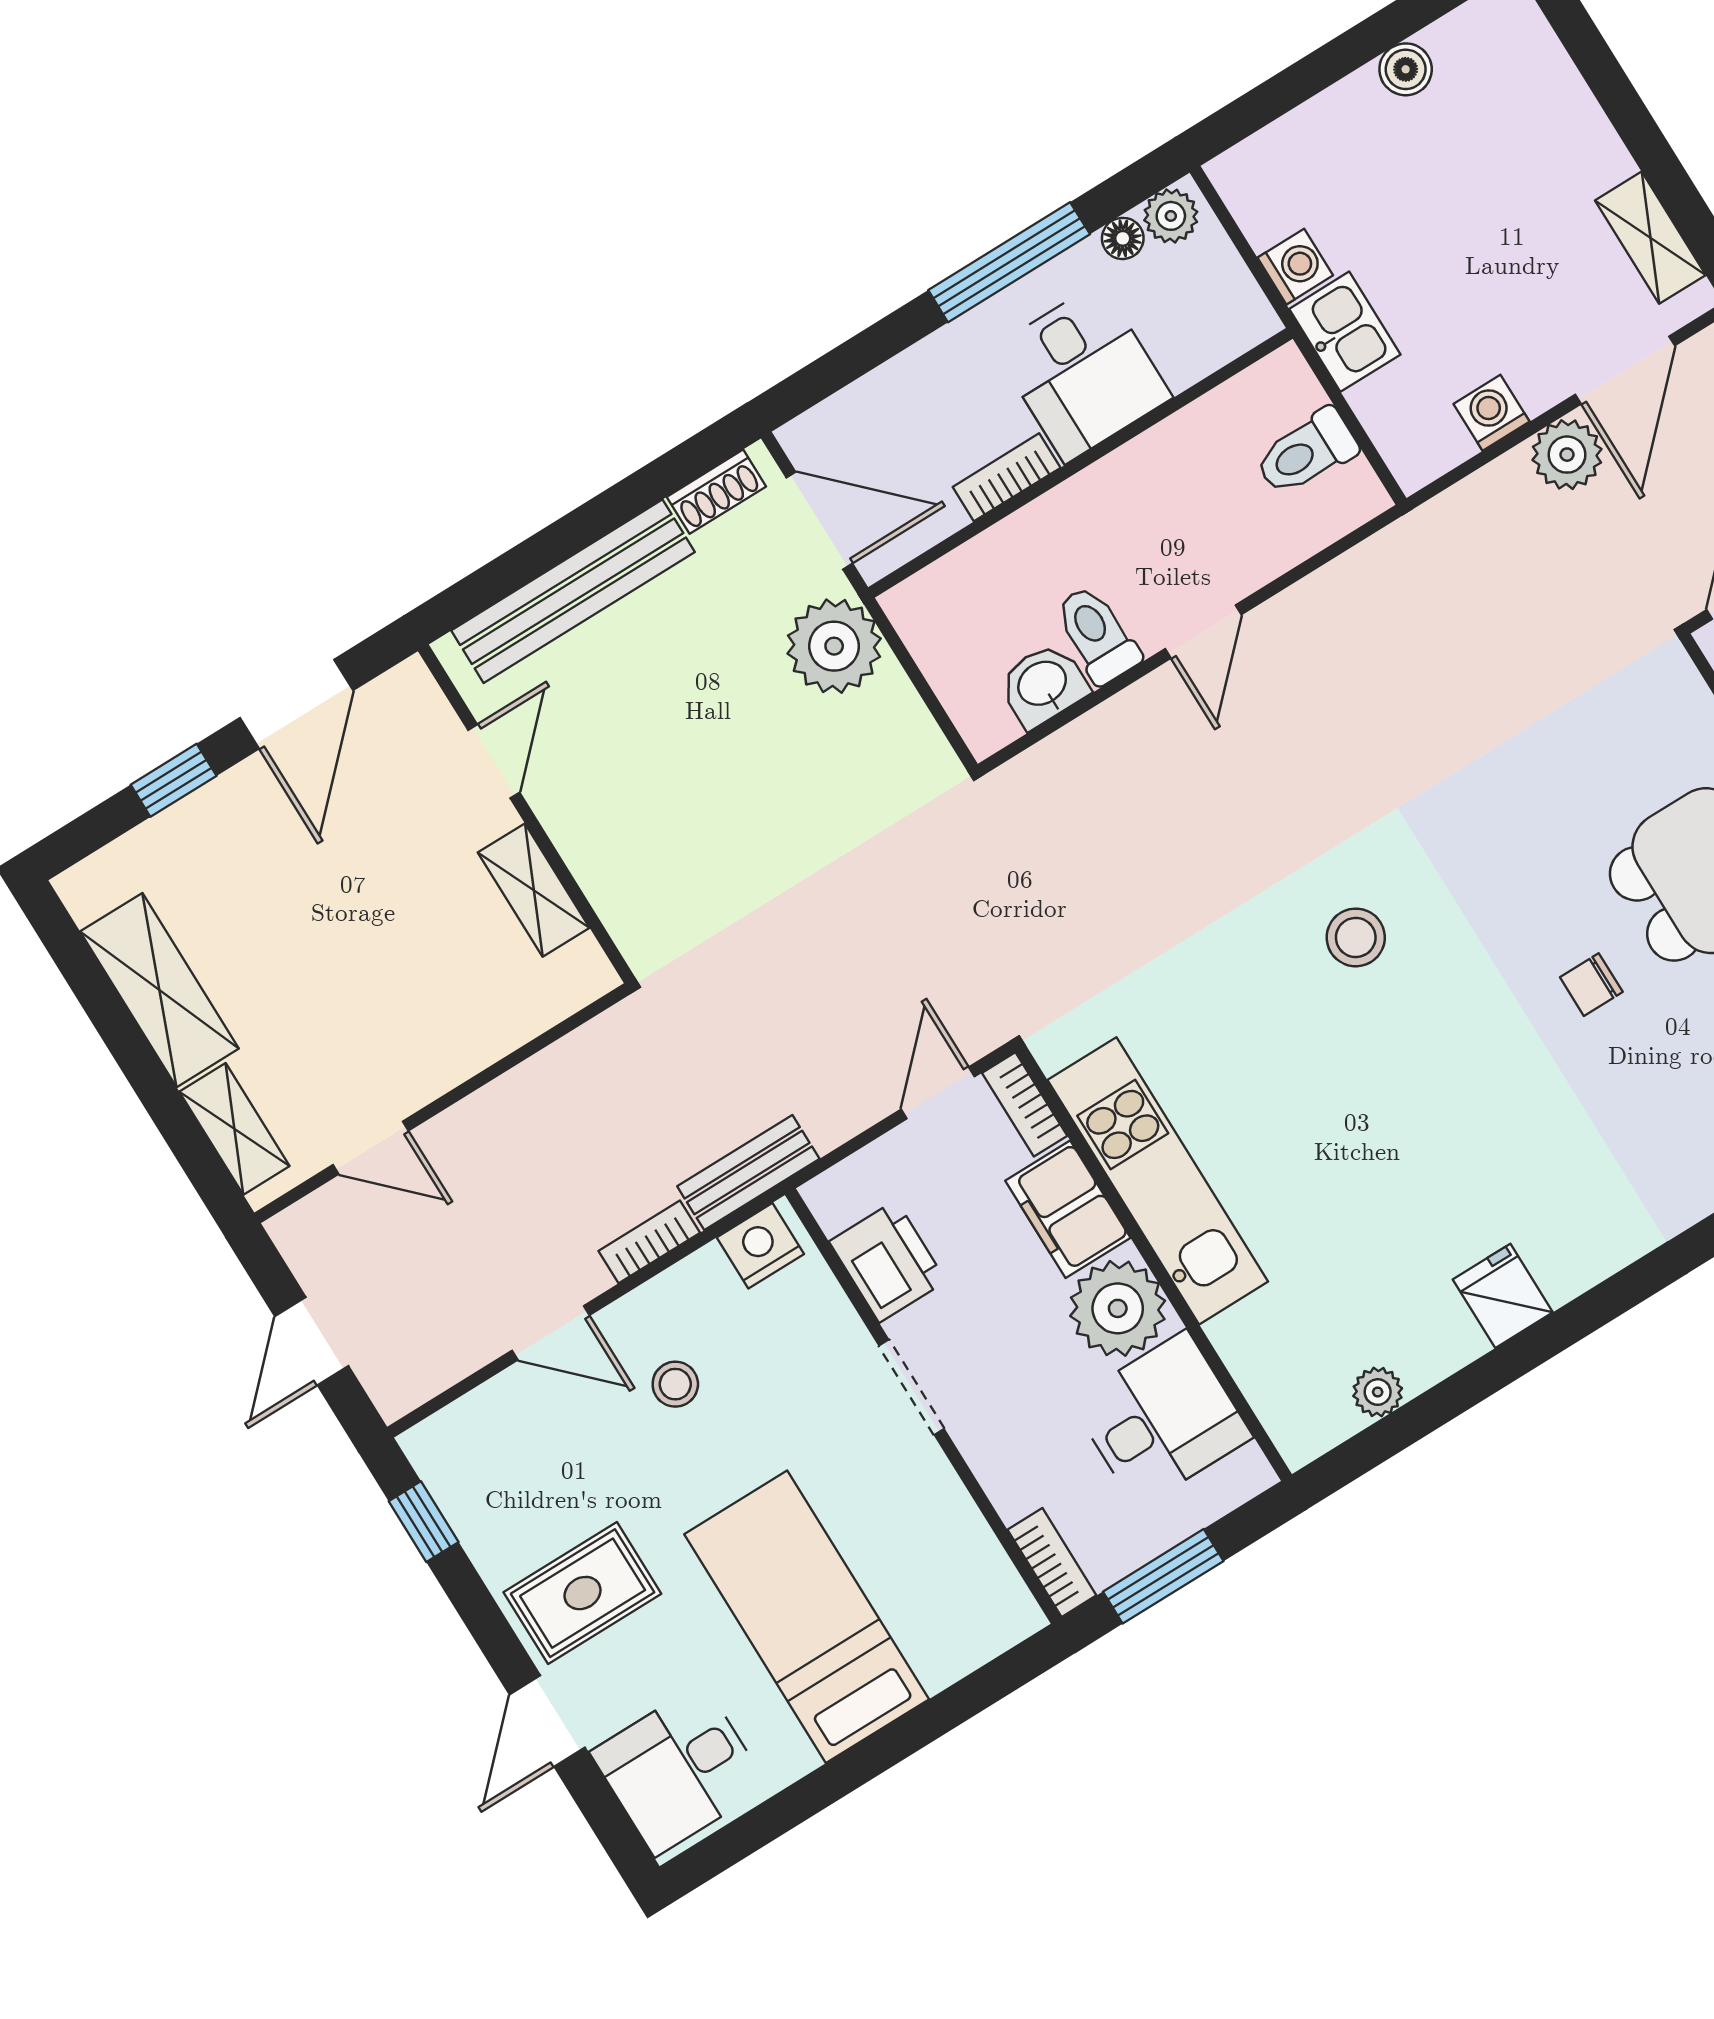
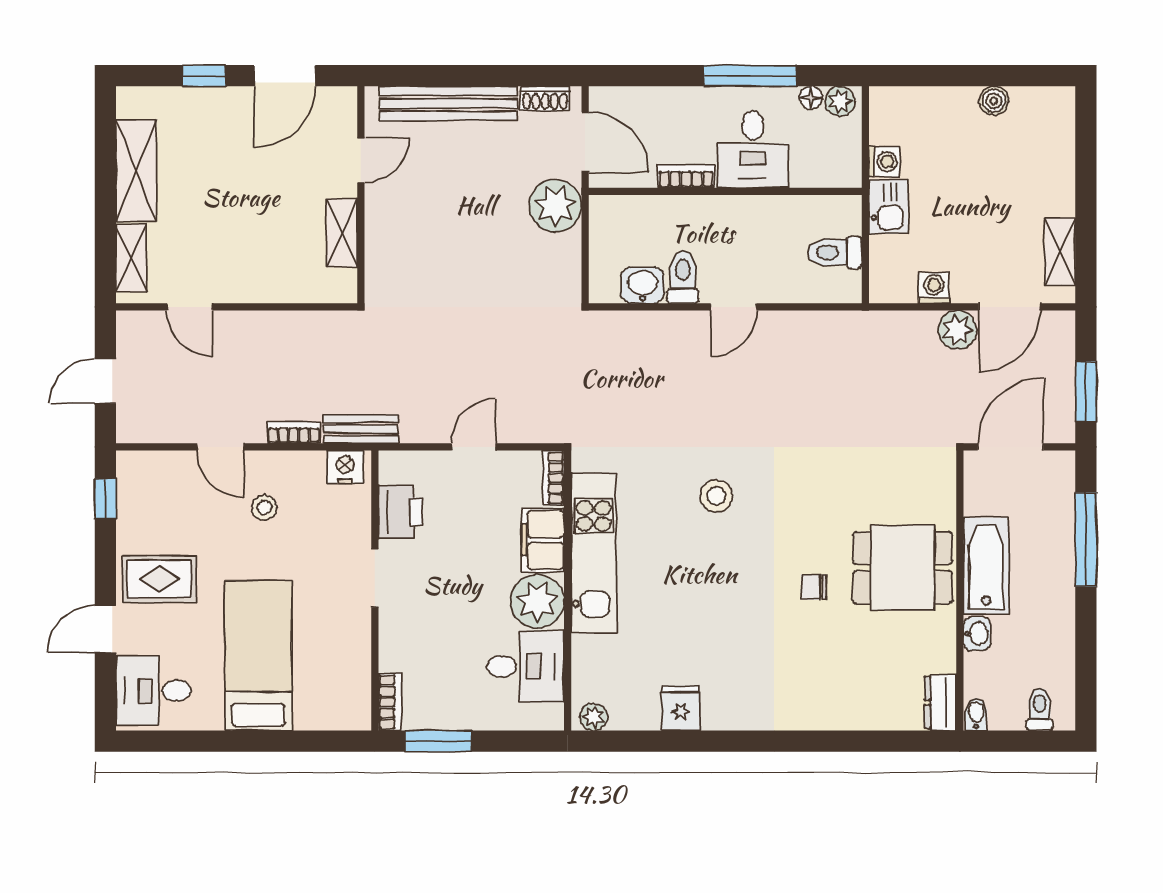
bookcase: (1025, 1104) -> (553, 478), moved
kitchen unit: (1158, 1181) -> (594, 553), moved
filing cabinet: (1068, 1209) -> (543, 540), moved
wall: (1154, 1263) -> (568, 591), moved
plant: (1118, 1308) -> (537, 601), moved
desk: (1162, 1419) -> (526, 666), moved

